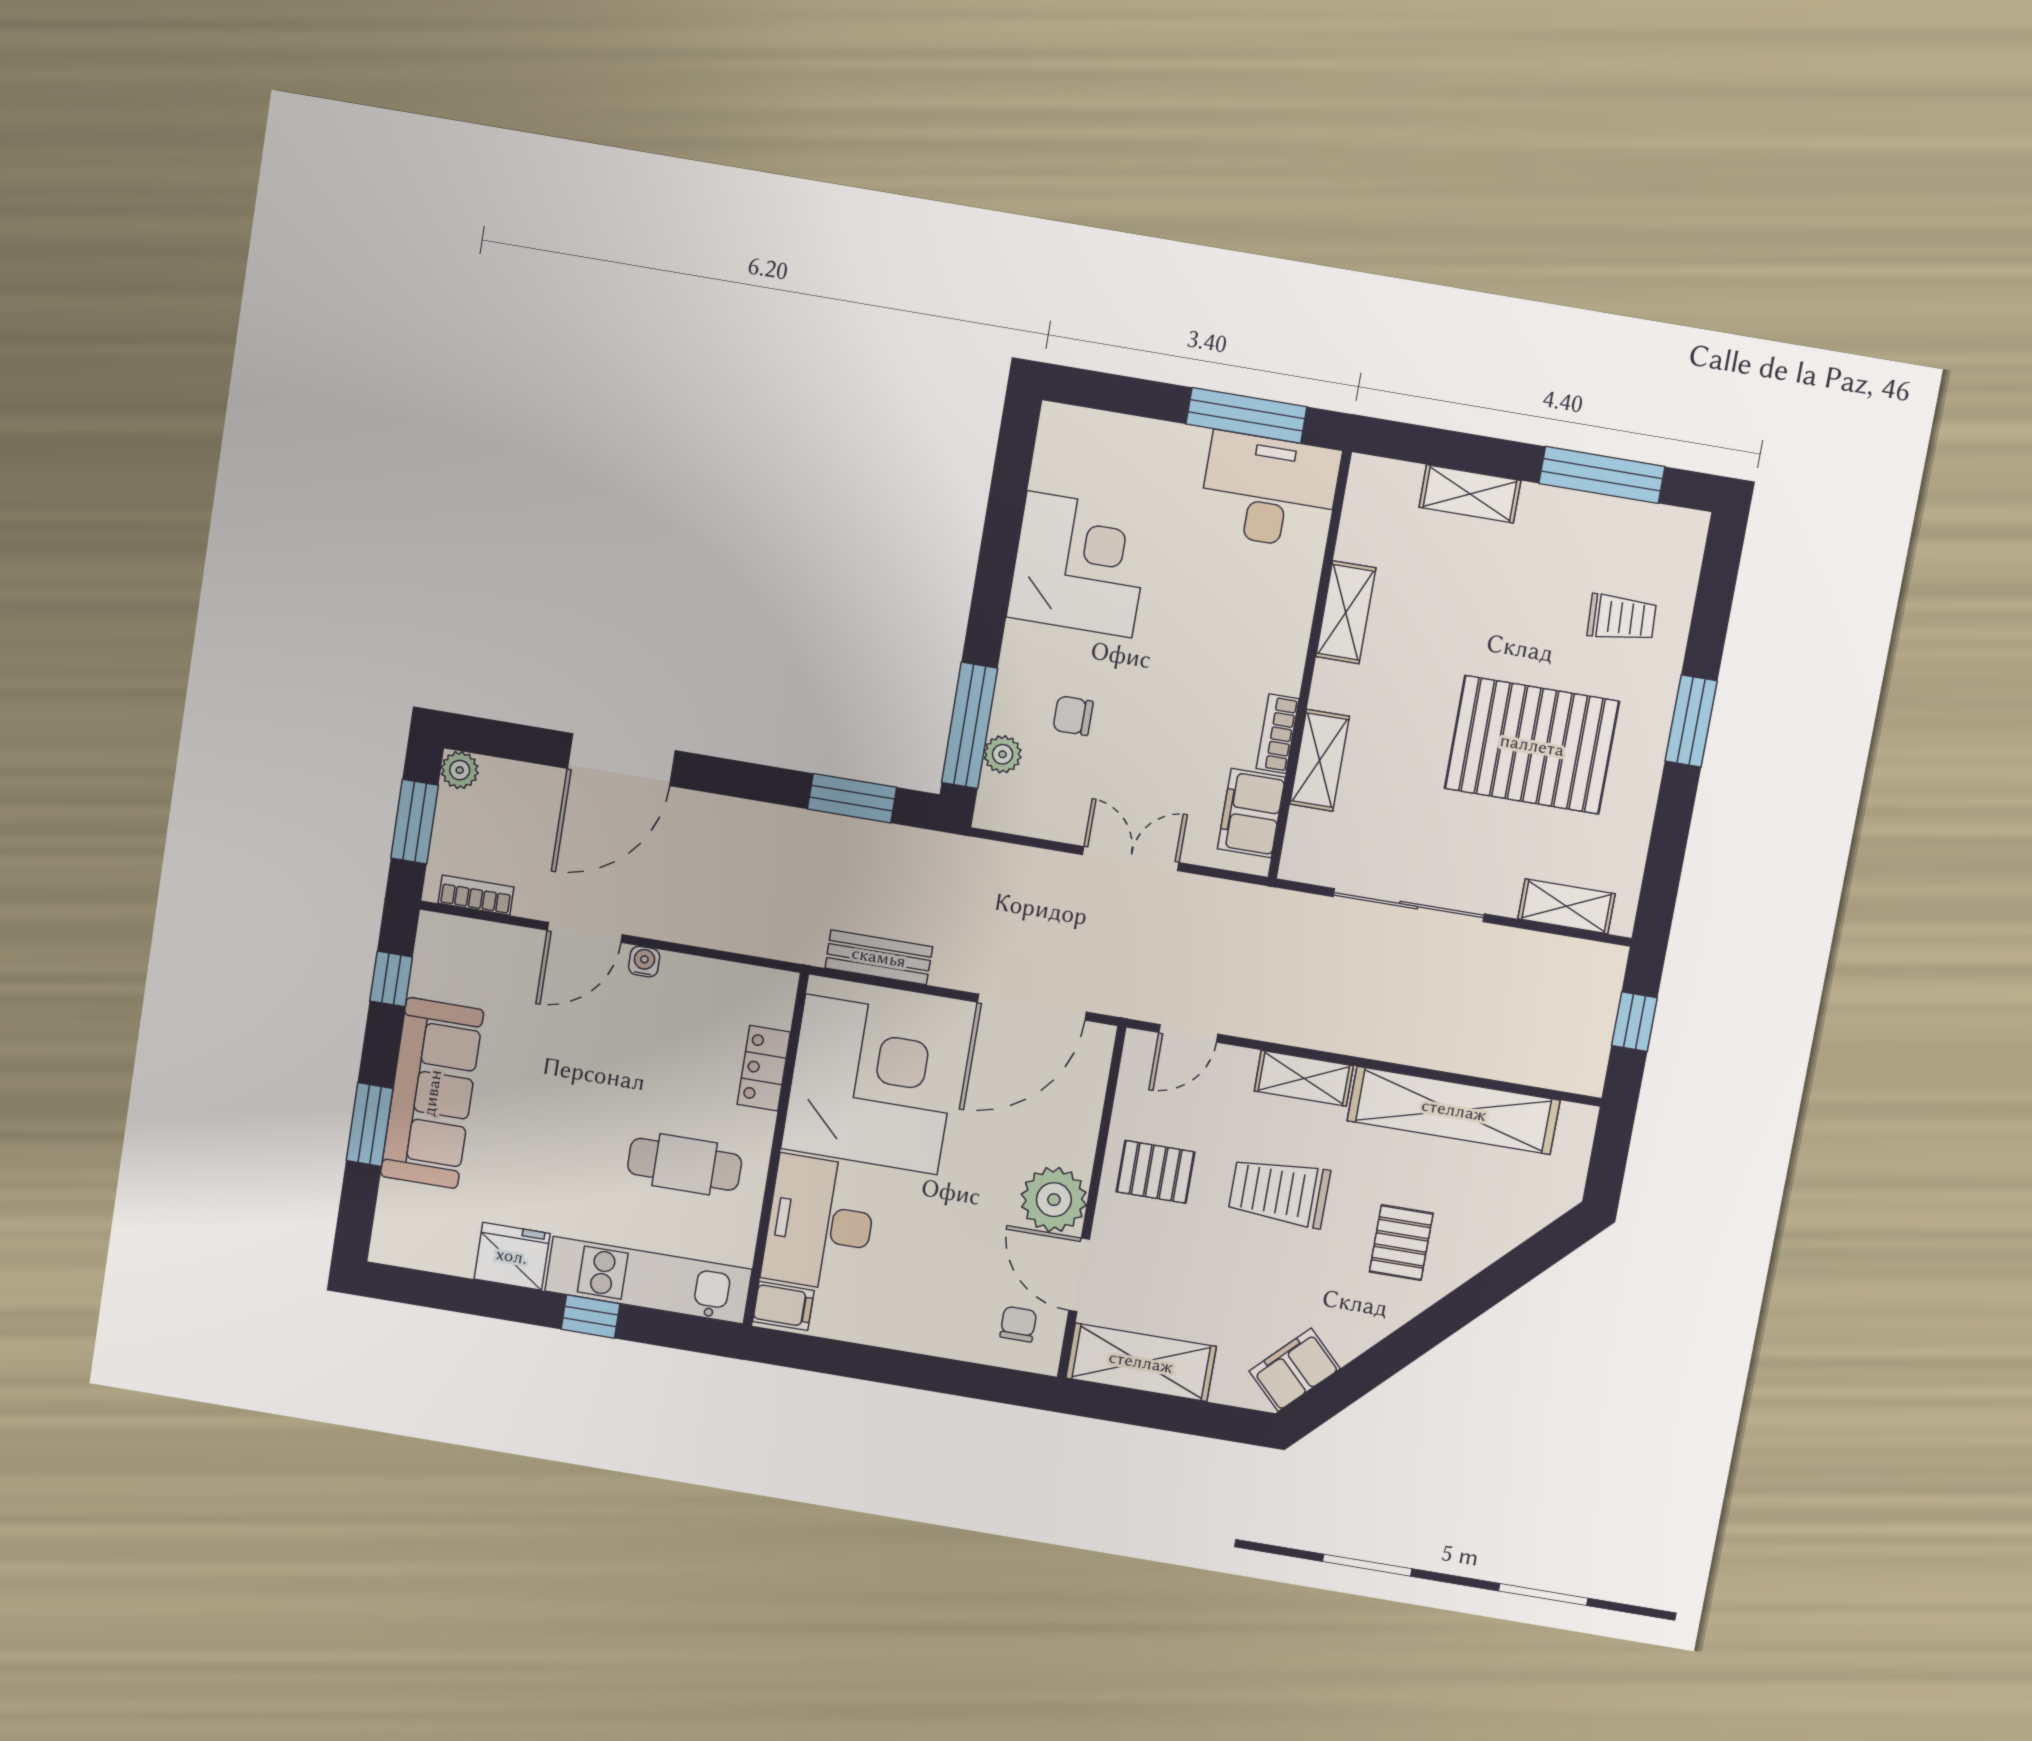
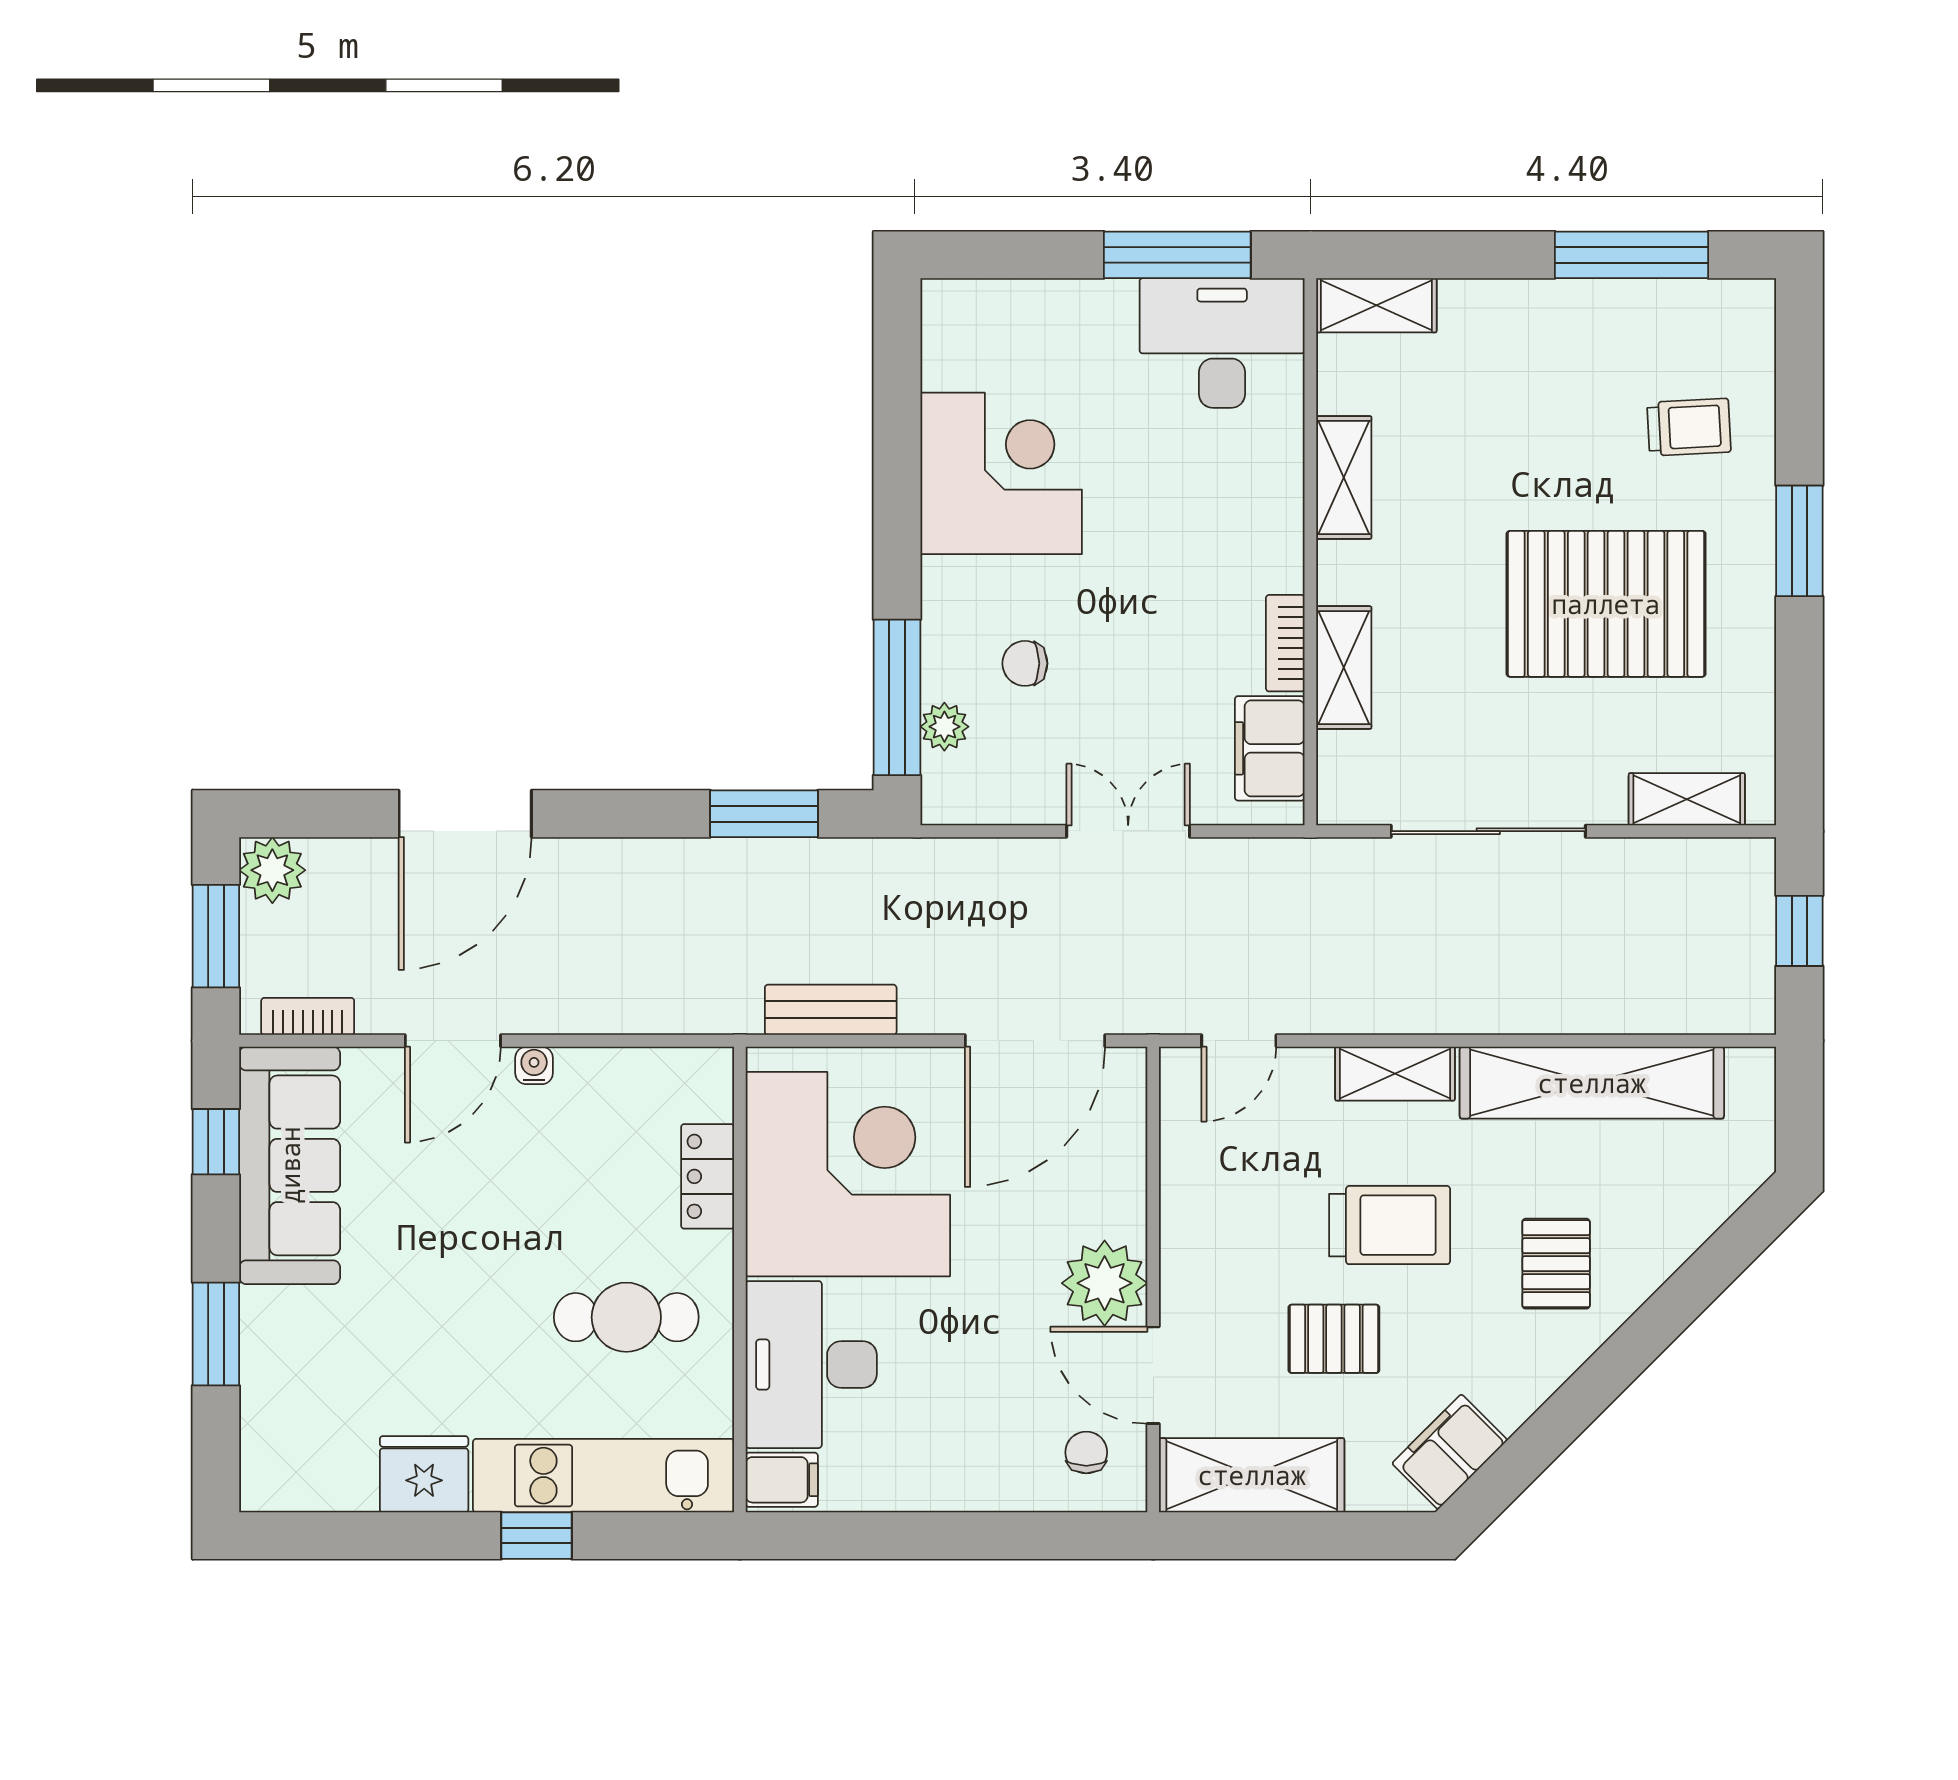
shelving: (1470, 494) -> (1376, 305), moved
plant: (460, 770) -> (272, 870), width x1.38, depth x1.38
sofa: (432, 1093) -> (290, 1165), moved
pallet: (1156, 1172) -> (1334, 1339), moved
trolley: (1279, 1192) -> (1390, 1225), turned 180

